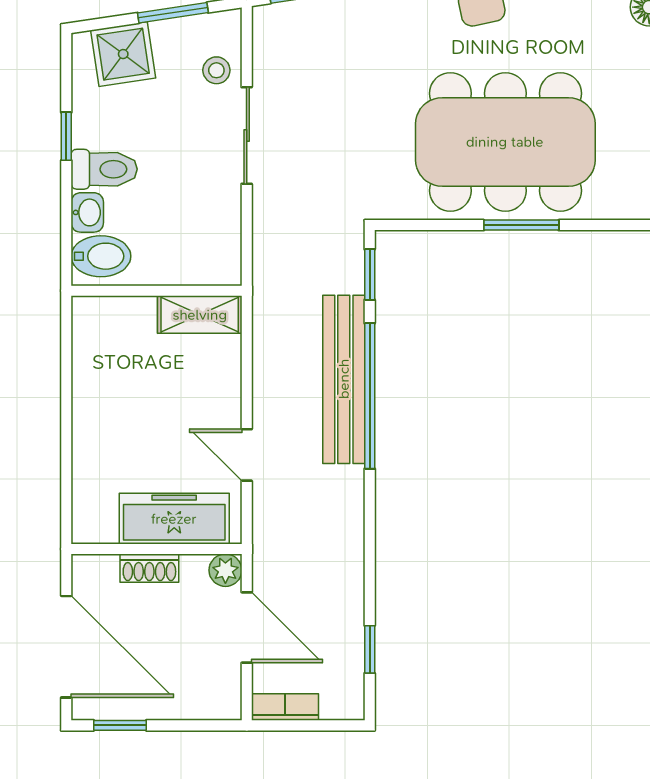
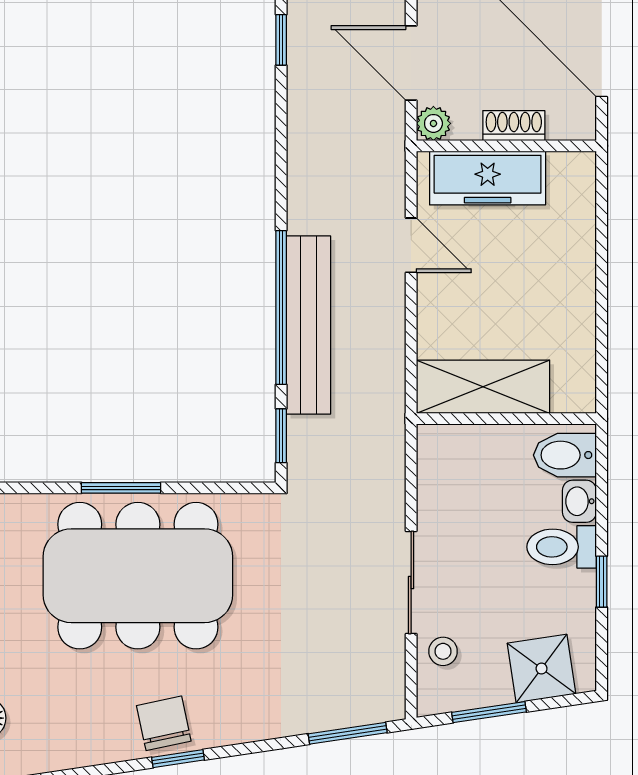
shelving: (200, 315) -> (483, 387), width x1.50, depth x1.33

